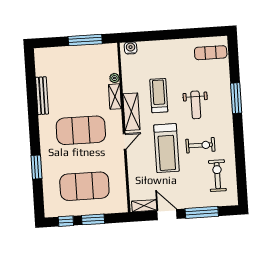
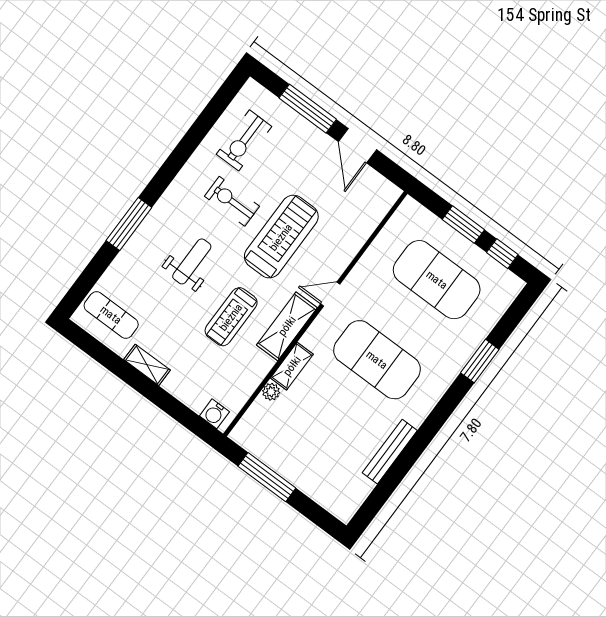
shelving: (144, 206) -> (147, 365), moved

